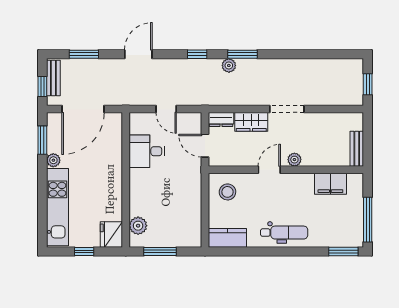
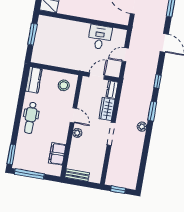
plant: (229, 65) -> (142, 127), moved
plant: (138, 226) -> (52, 23), removed

